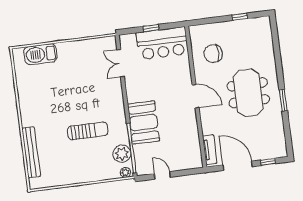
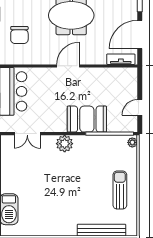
chair: (213, 54) -> (19, 35), moved
sun lounger: (88, 131) -> (120, 190), moved
plant: (122, 154) -> (65, 144), moved

